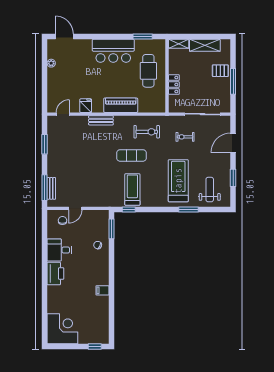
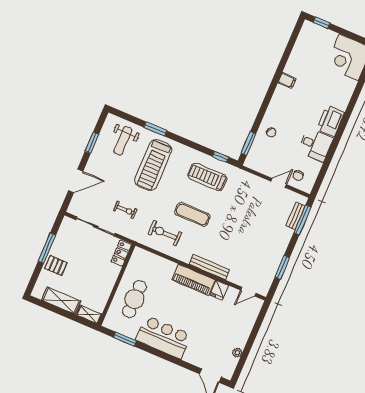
locker: (174, 85) -> (121, 253), moved
piano: (121, 105) -> (193, 280), moved
bench: (101, 120) -> (209, 267), width x1.36
treadmill: (132, 189) -> (207, 177), turned 90

